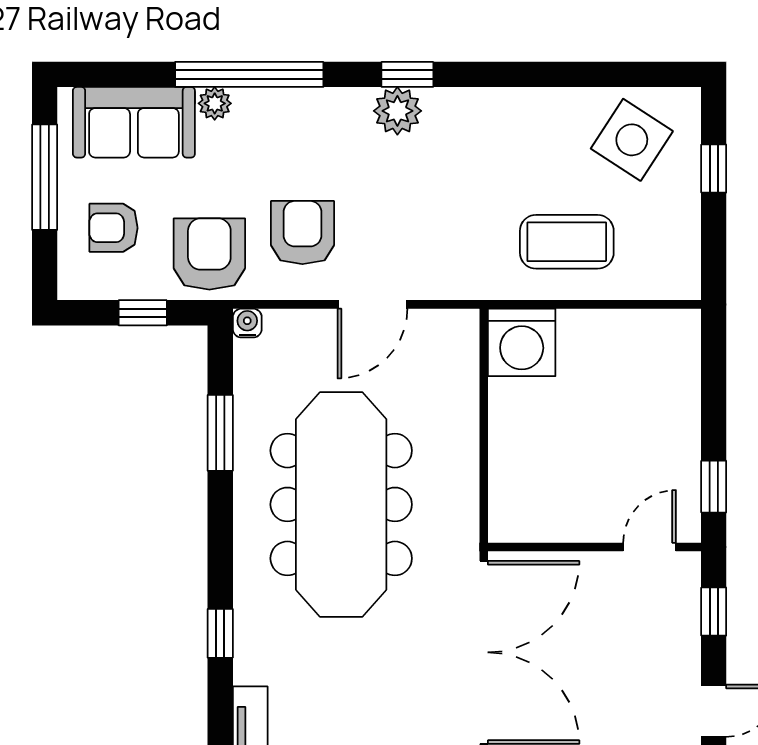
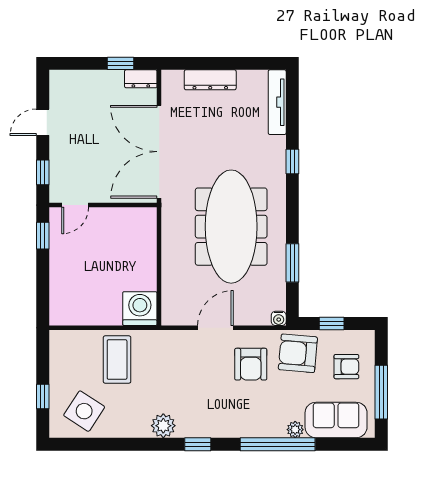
plant: (397, 111) -> (163, 426), moved
coffee table: (567, 242) -> (117, 360), turned 90
armchair: (209, 254) -> (298, 353), turned 95

